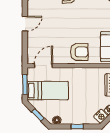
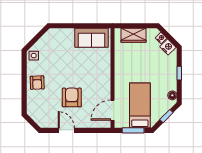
armchair: (79, 52) -> (72, 97), moved
door: (43, 66) -> (113, 110), hinge flipped

